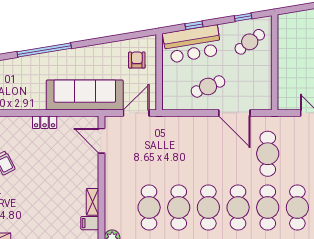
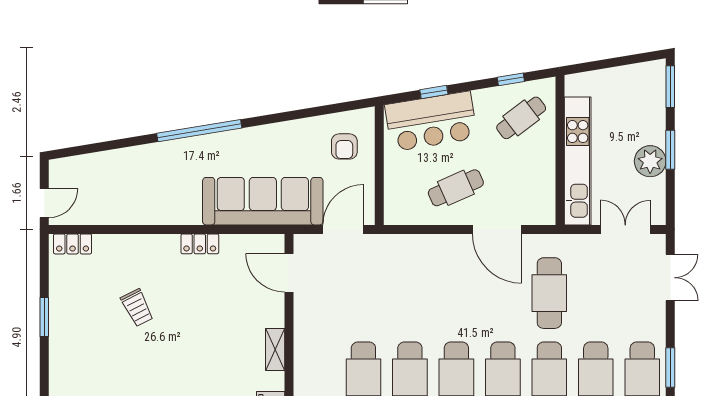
armchair: (137, 60) -> (344, 146), turned 180
kitchen unit: (286, 69) -> (578, 161), added
shelving: (93, 202) -> (275, 349), moved

